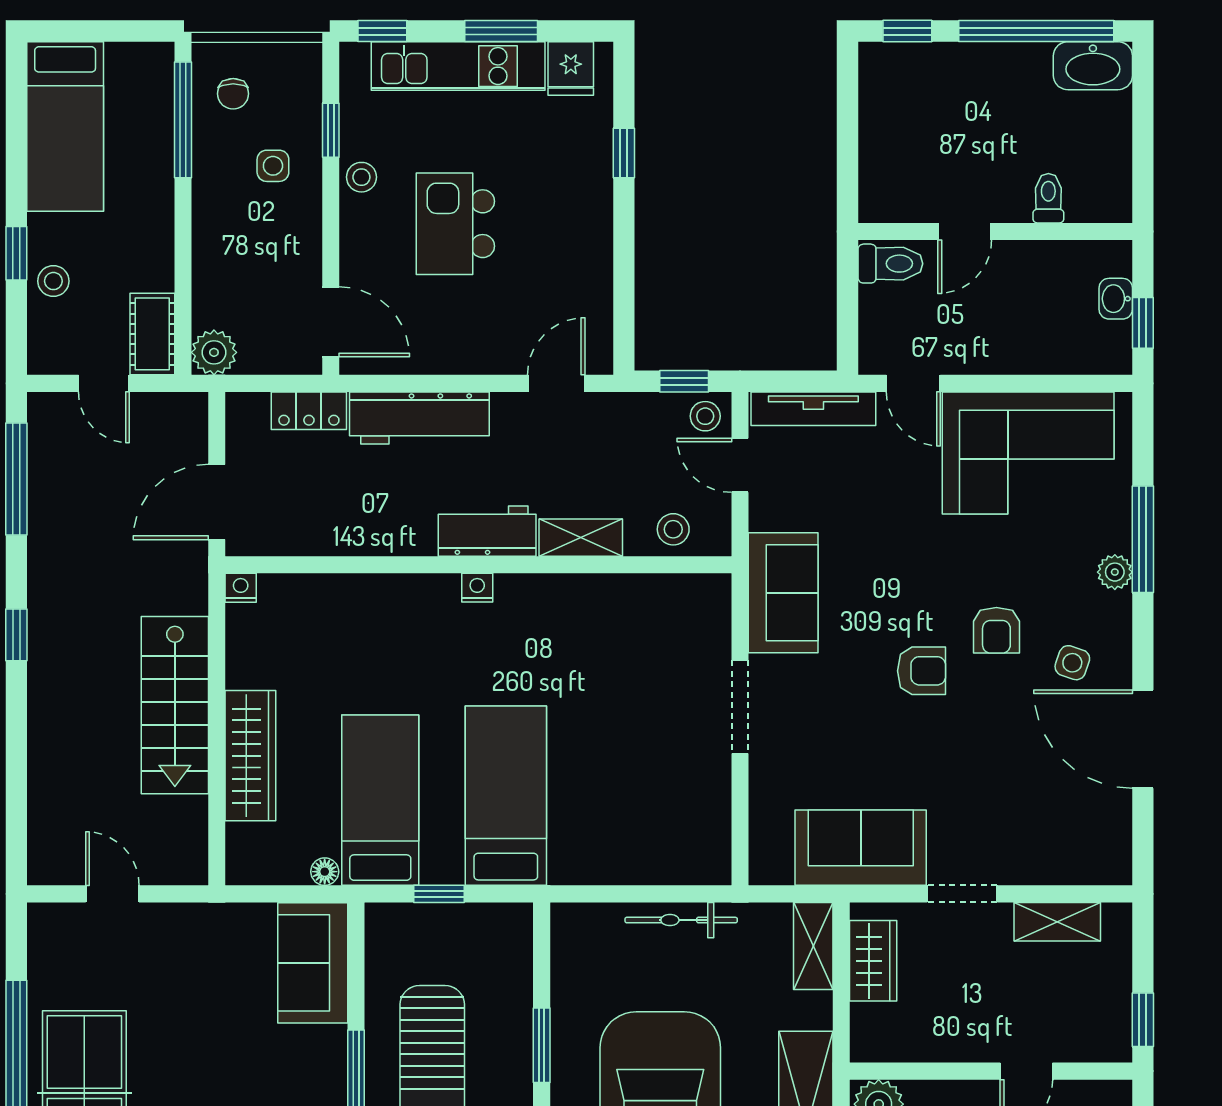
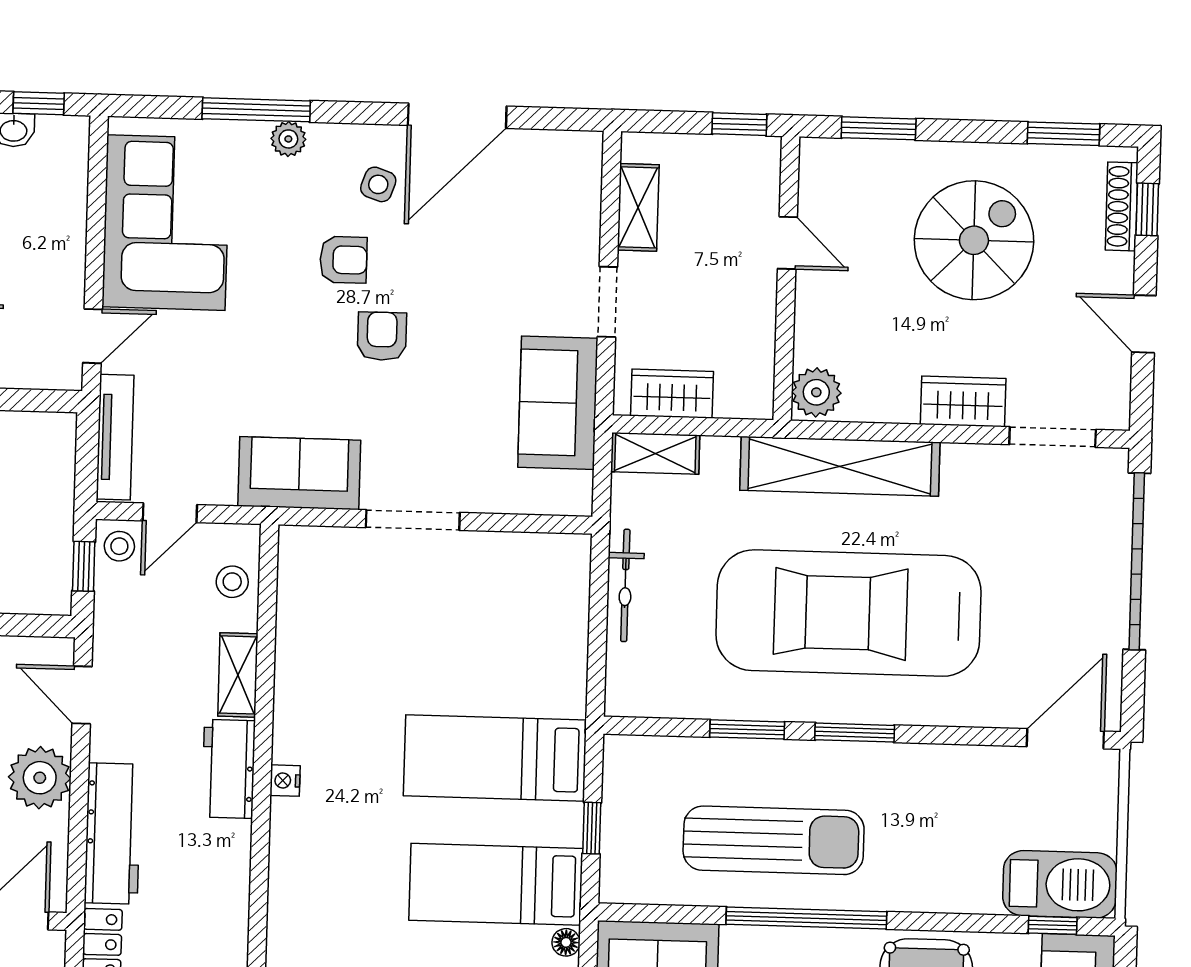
plant: (473, 344) -> (40, 778), added

